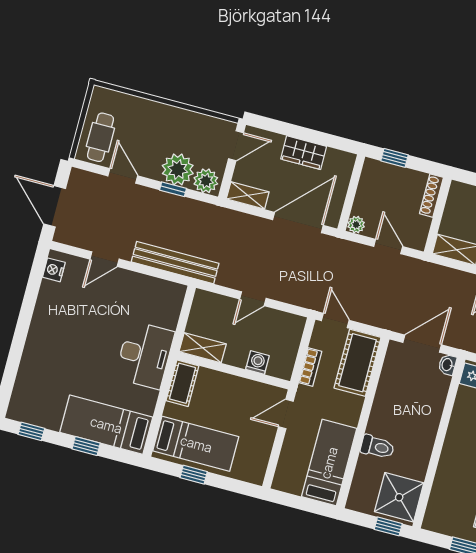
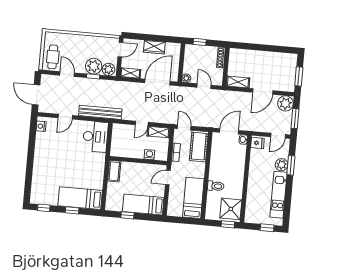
shelving: (203, 348) -> (158, 132), moved
desk: (145, 355) -> (95, 137), moved
bed: (196, 444) -> (143, 204), moved, turned 180

